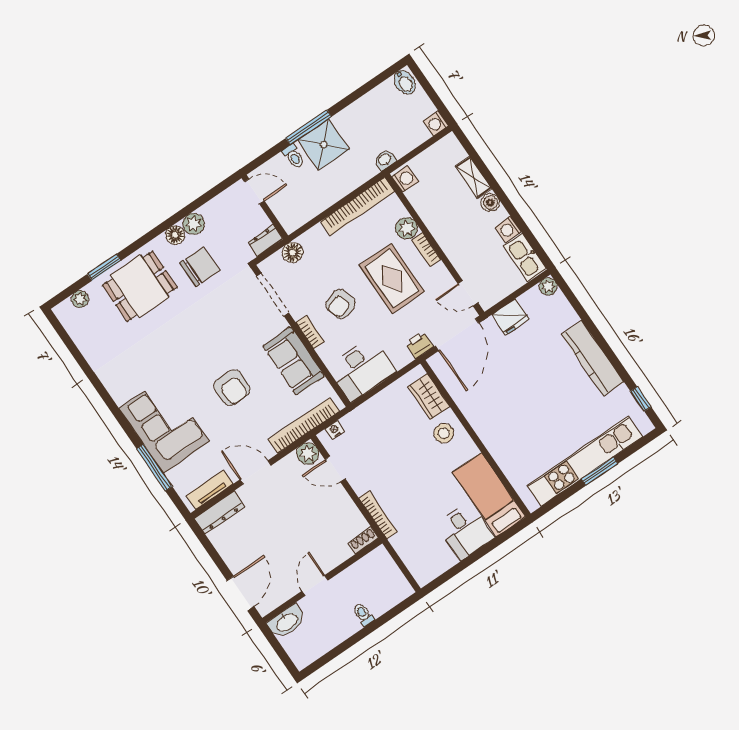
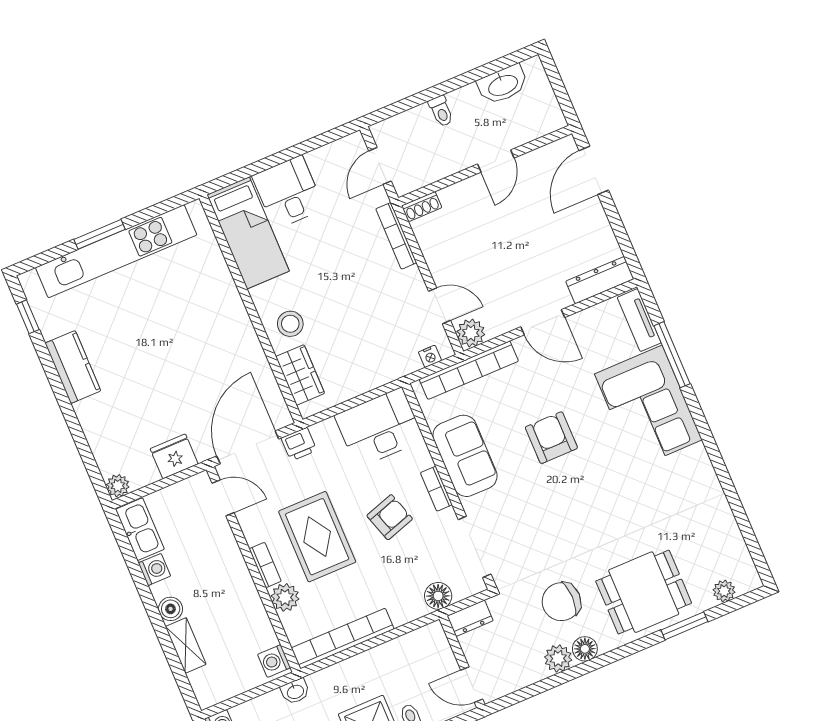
kitchen counter: (592, 358) -> (73, 367), width x0.67
tv unit: (210, 490) -> (639, 320), moved, turned 90
door: (401, 565) -> (380, 166), added
washbasin: (287, 622) -> (503, 85), moved, turned 180

